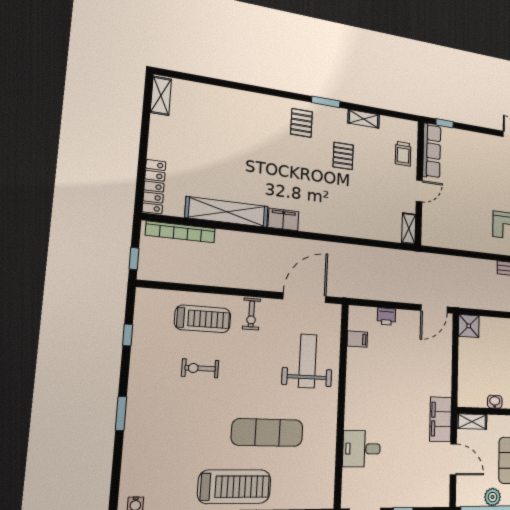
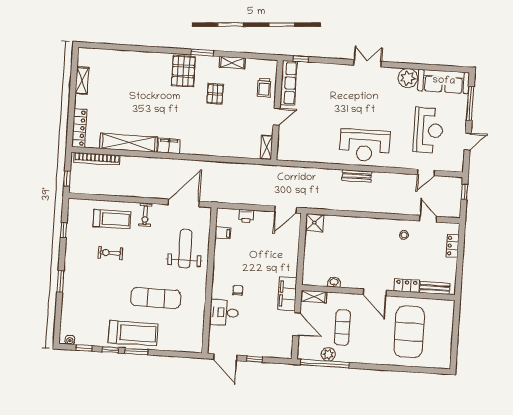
shelving: (161, 96) -> (82, 80), moved
pallet: (301, 123) -> (183, 71), width x1.50, depth x1.42
chair: (379, 417) -> (238, 290), added

